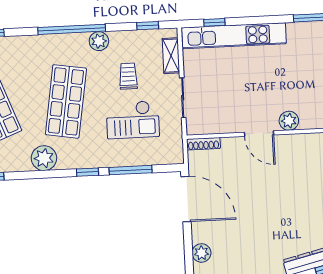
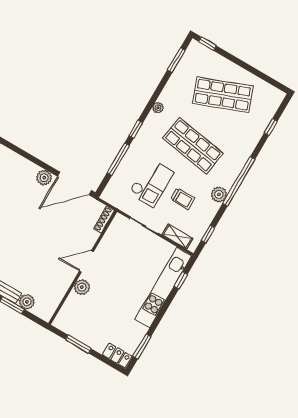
checkout: (133, 120) -> (151, 183), turned 180
plant: (44, 158) -> (158, 108), width x0.53, depth x0.53
plant: (201, 253) -> (44, 178), moved

